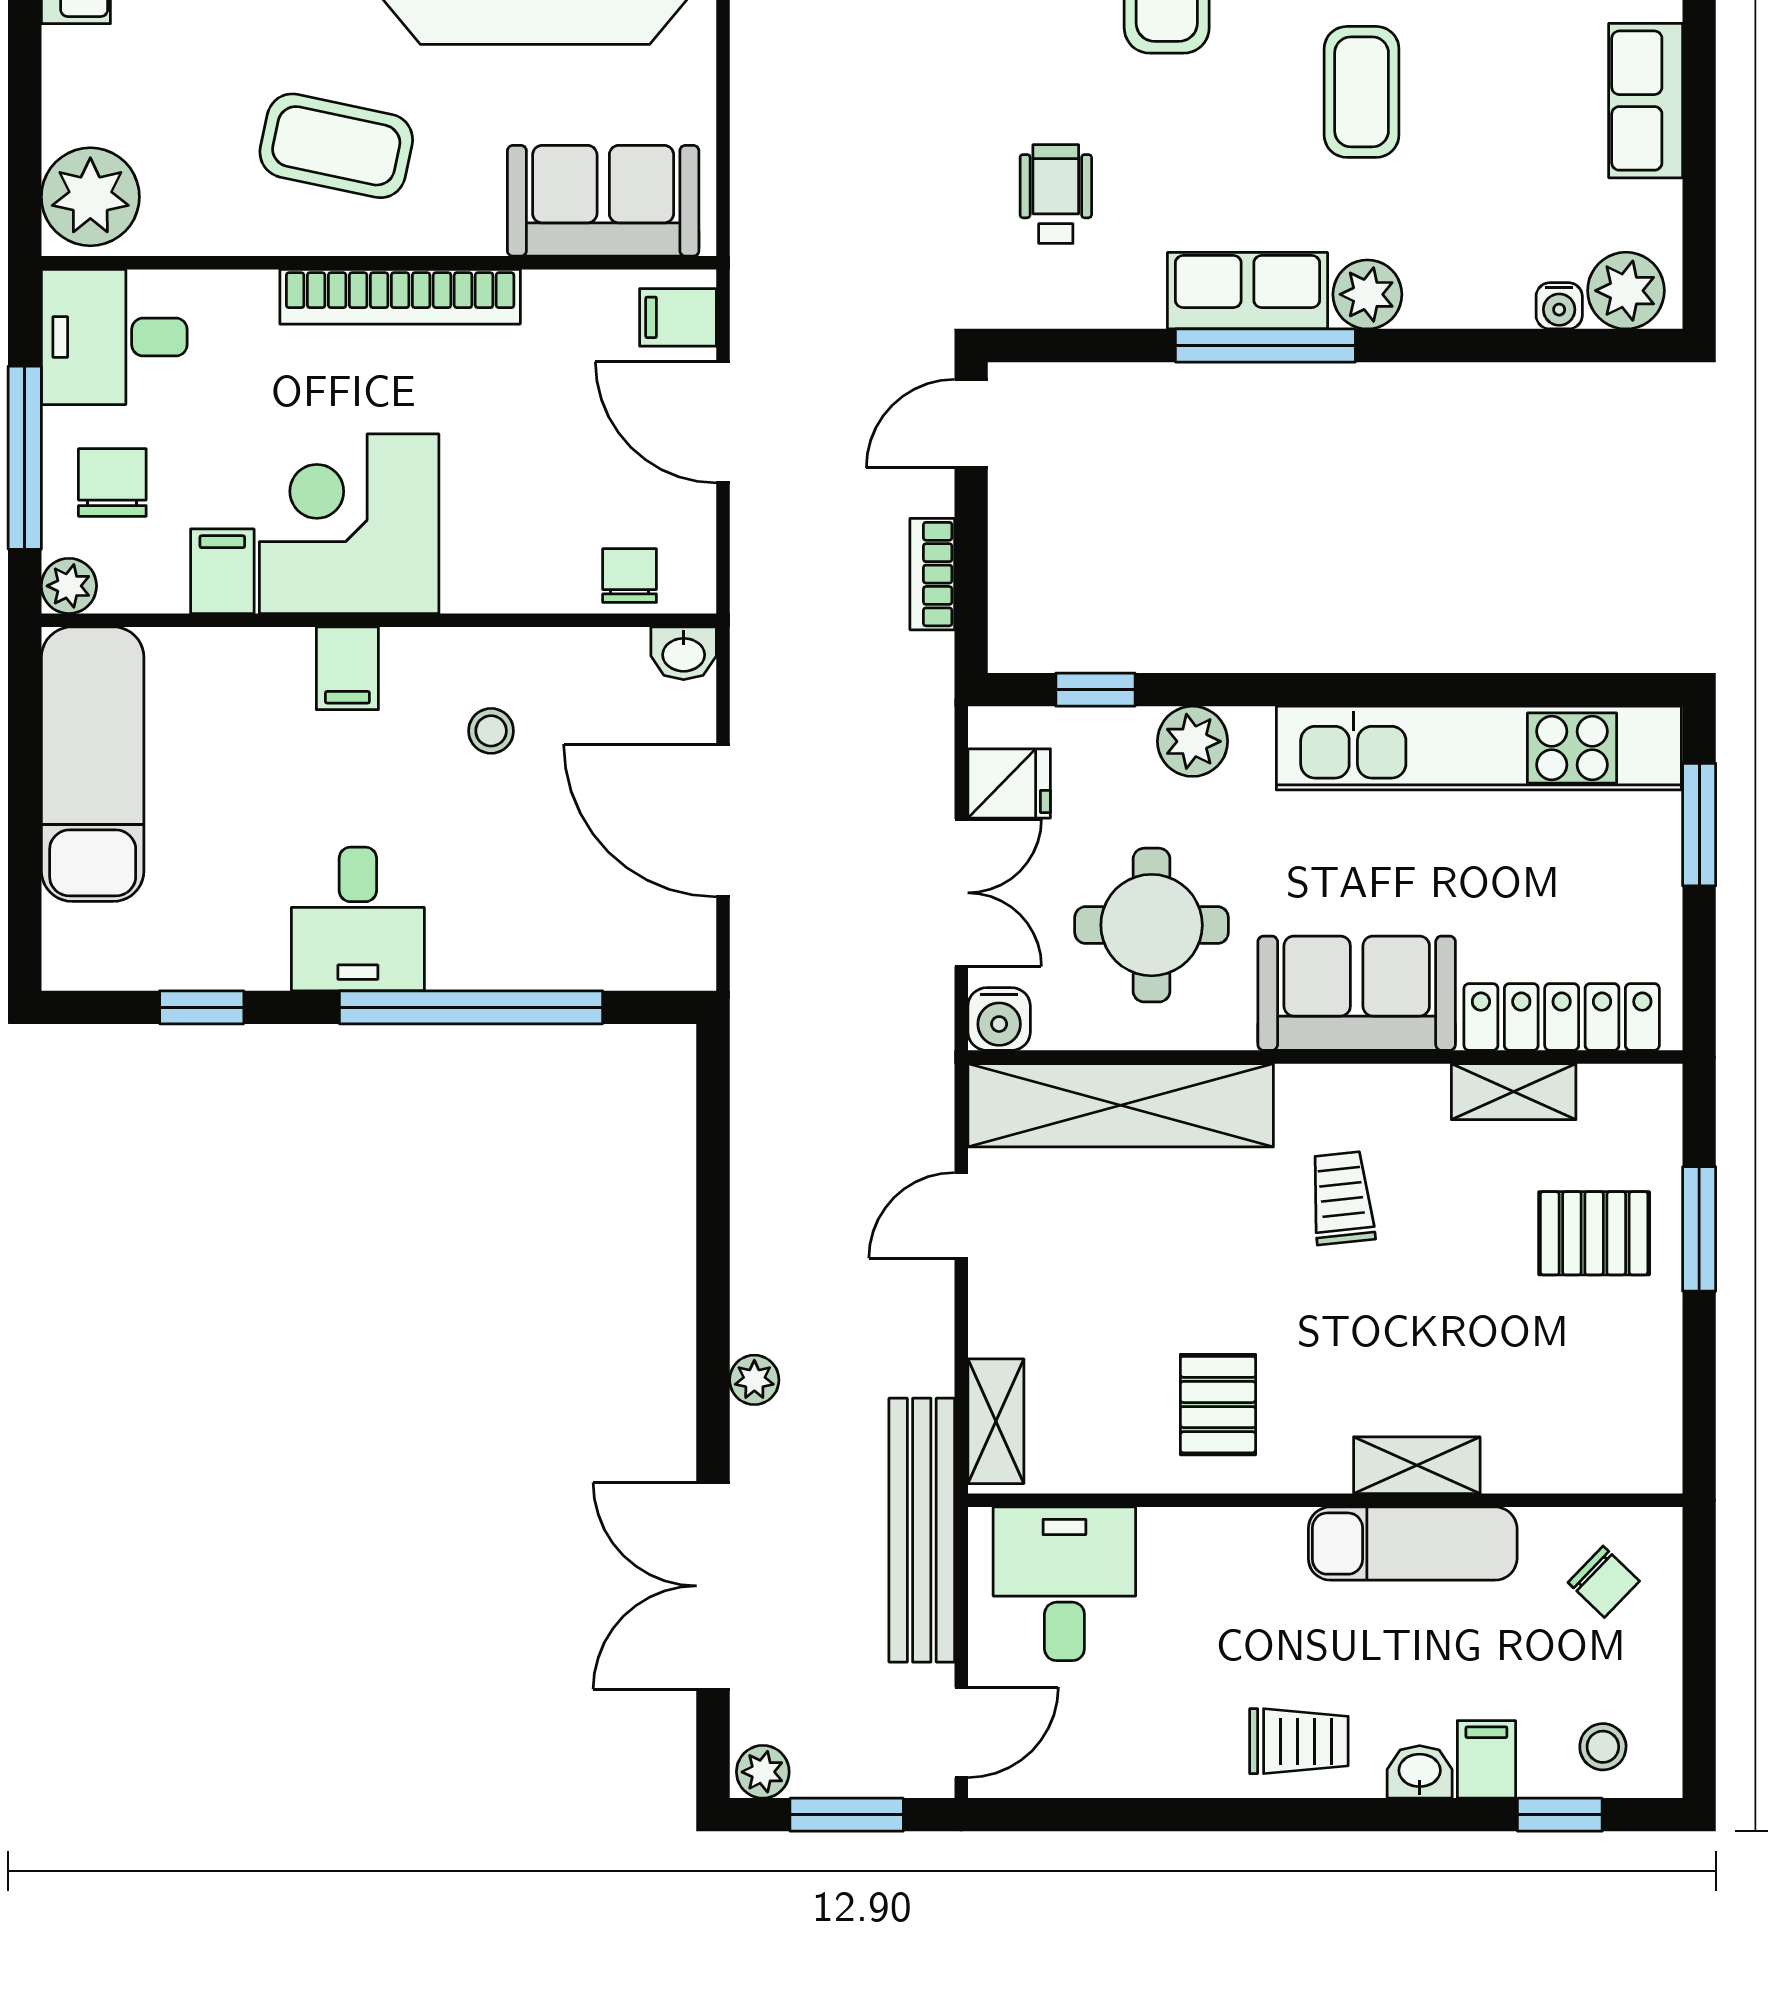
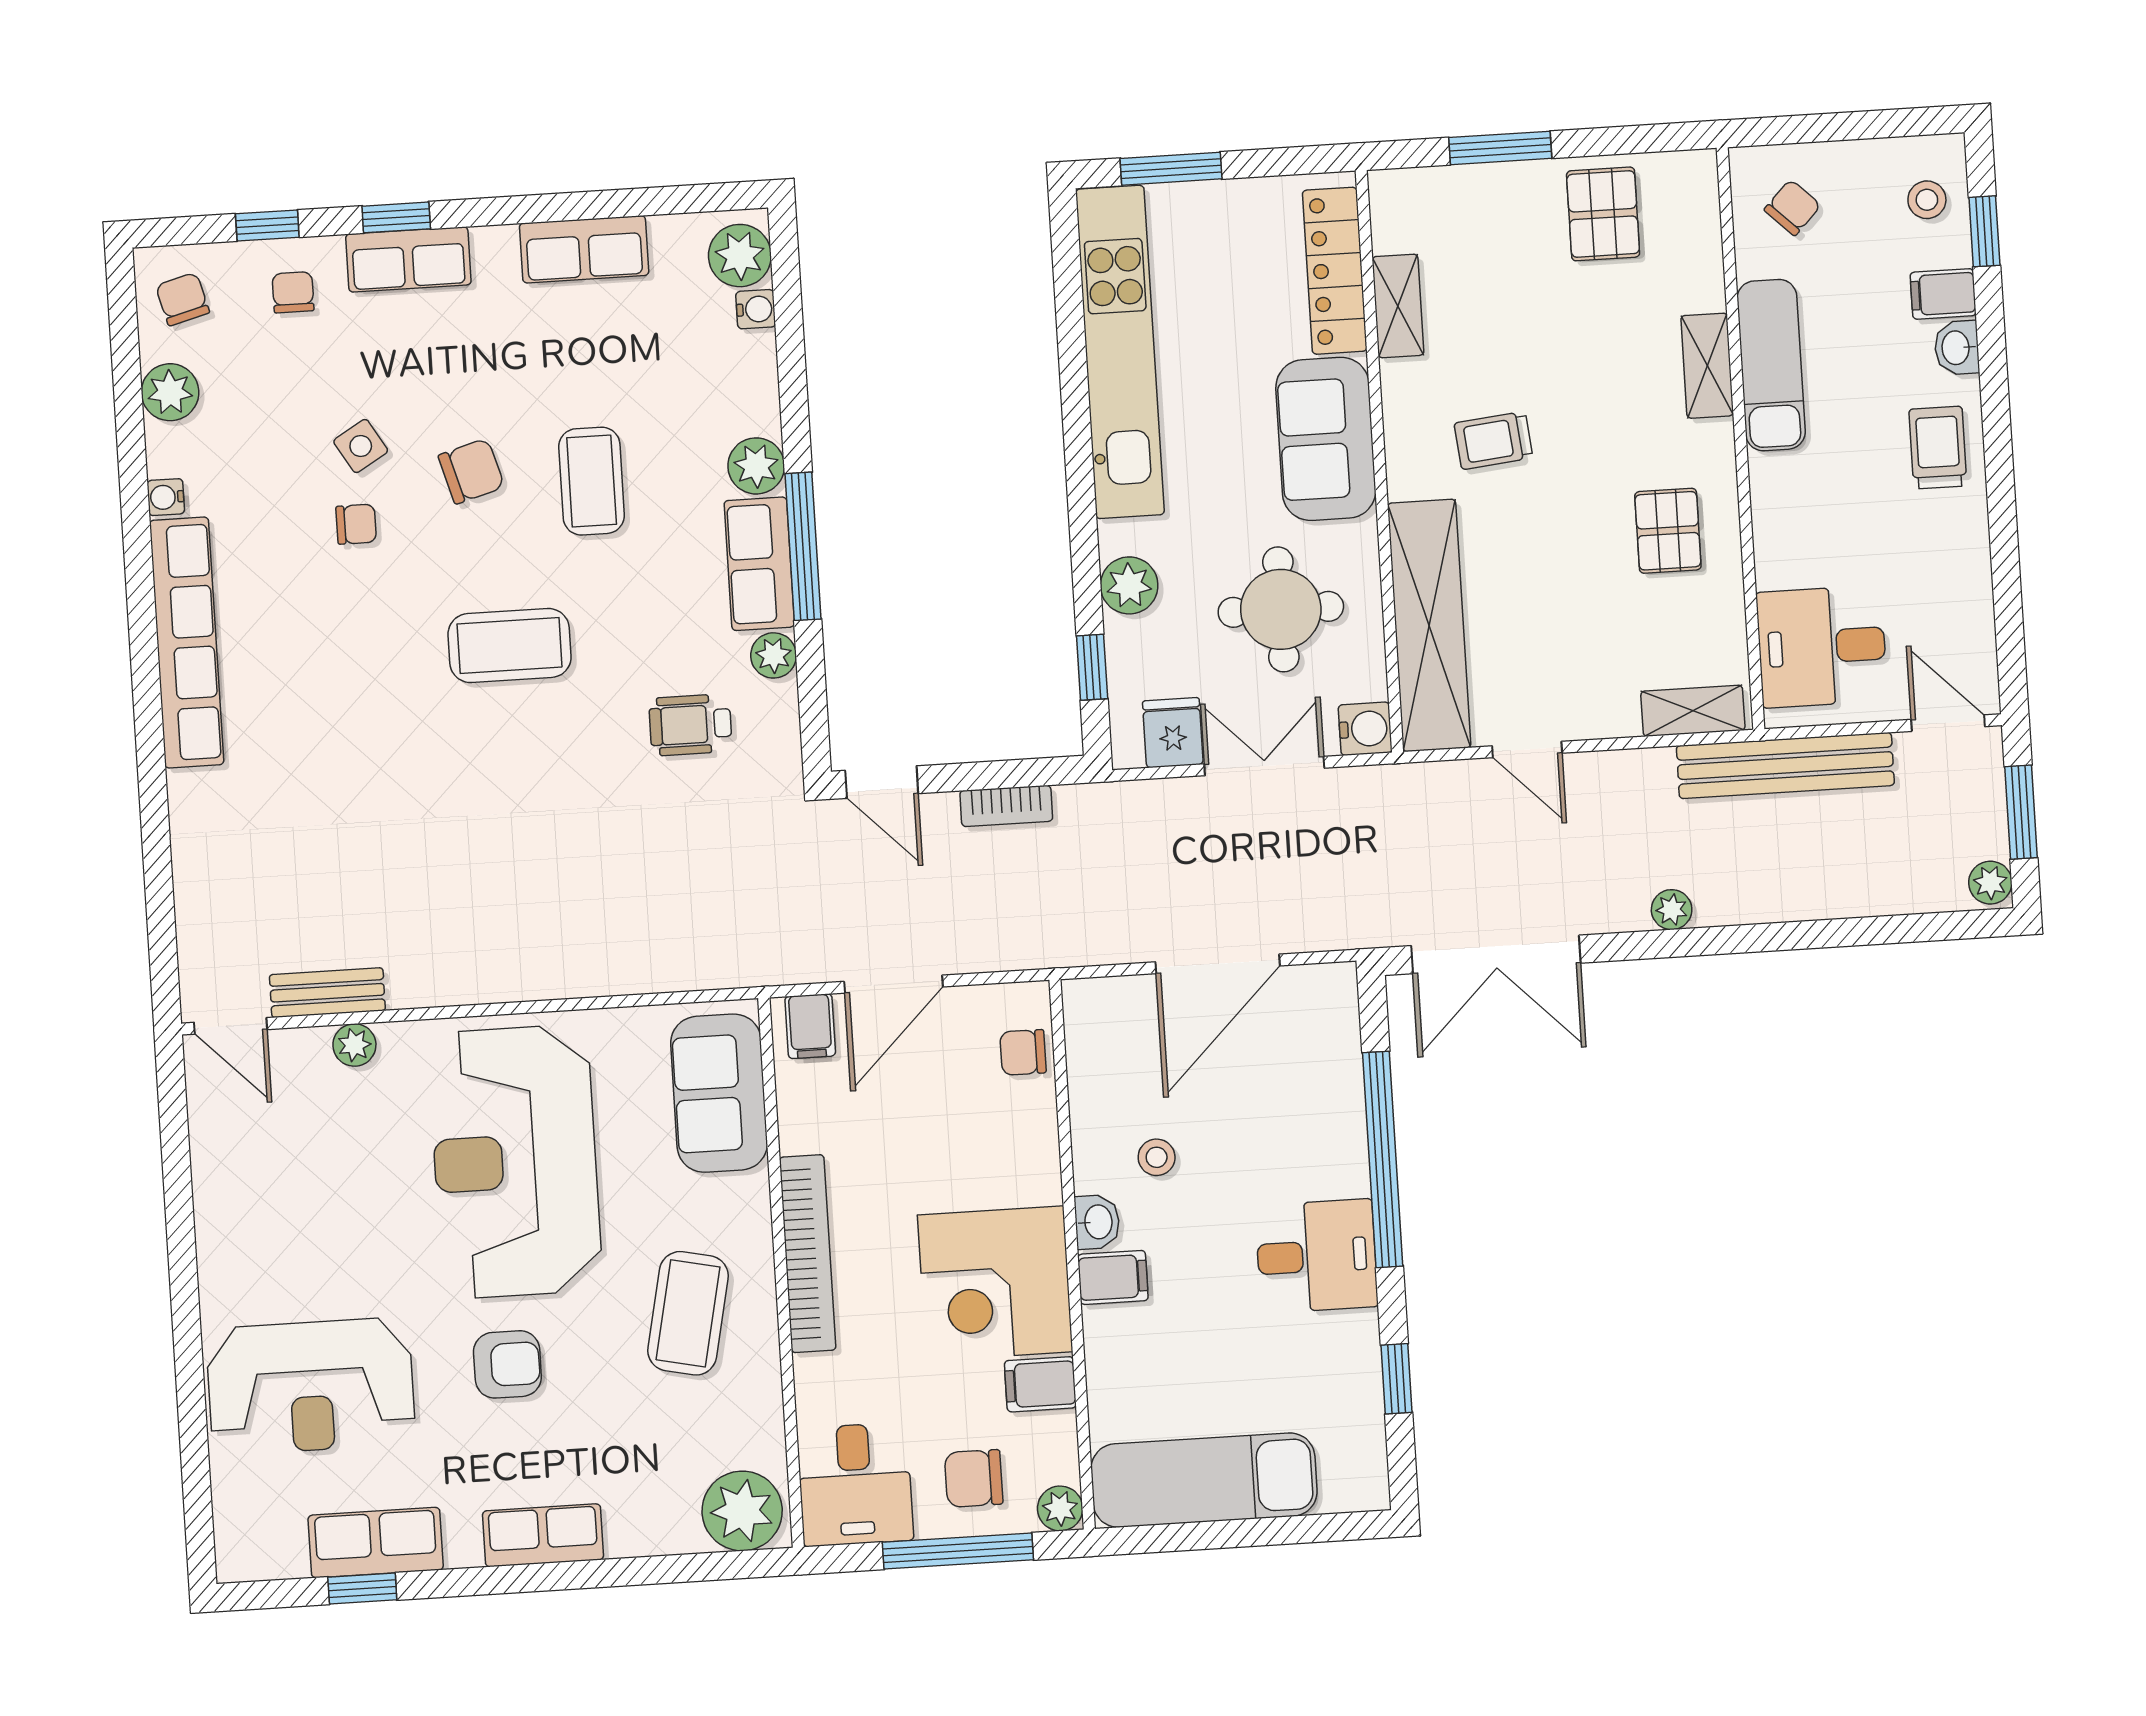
coffee table: (1362, 92) -> (592, 481), turned 90
plant: (1134, 301) -> (774, 655), added
washbasin: (684, 653) -> (1097, 1222), moved
pallet: (1594, 1233) -> (1603, 214), moved
pallet: (1218, 1405) -> (1668, 531), turned 90
double door: (713, 1586) -> (1496, 954), moved

